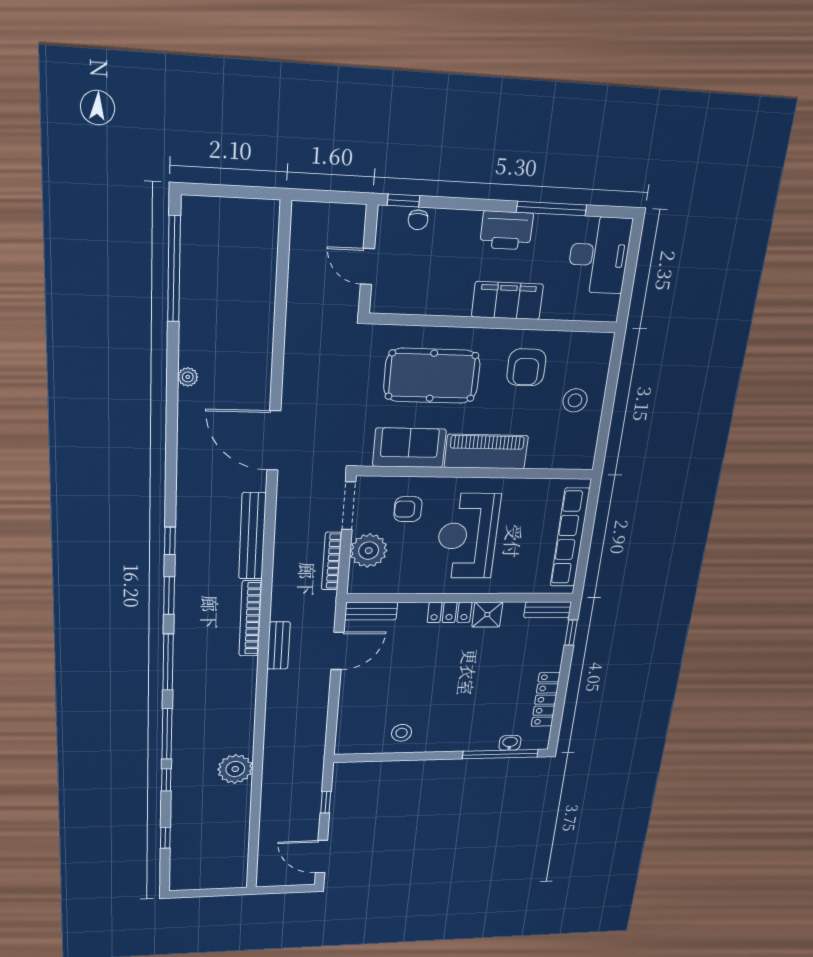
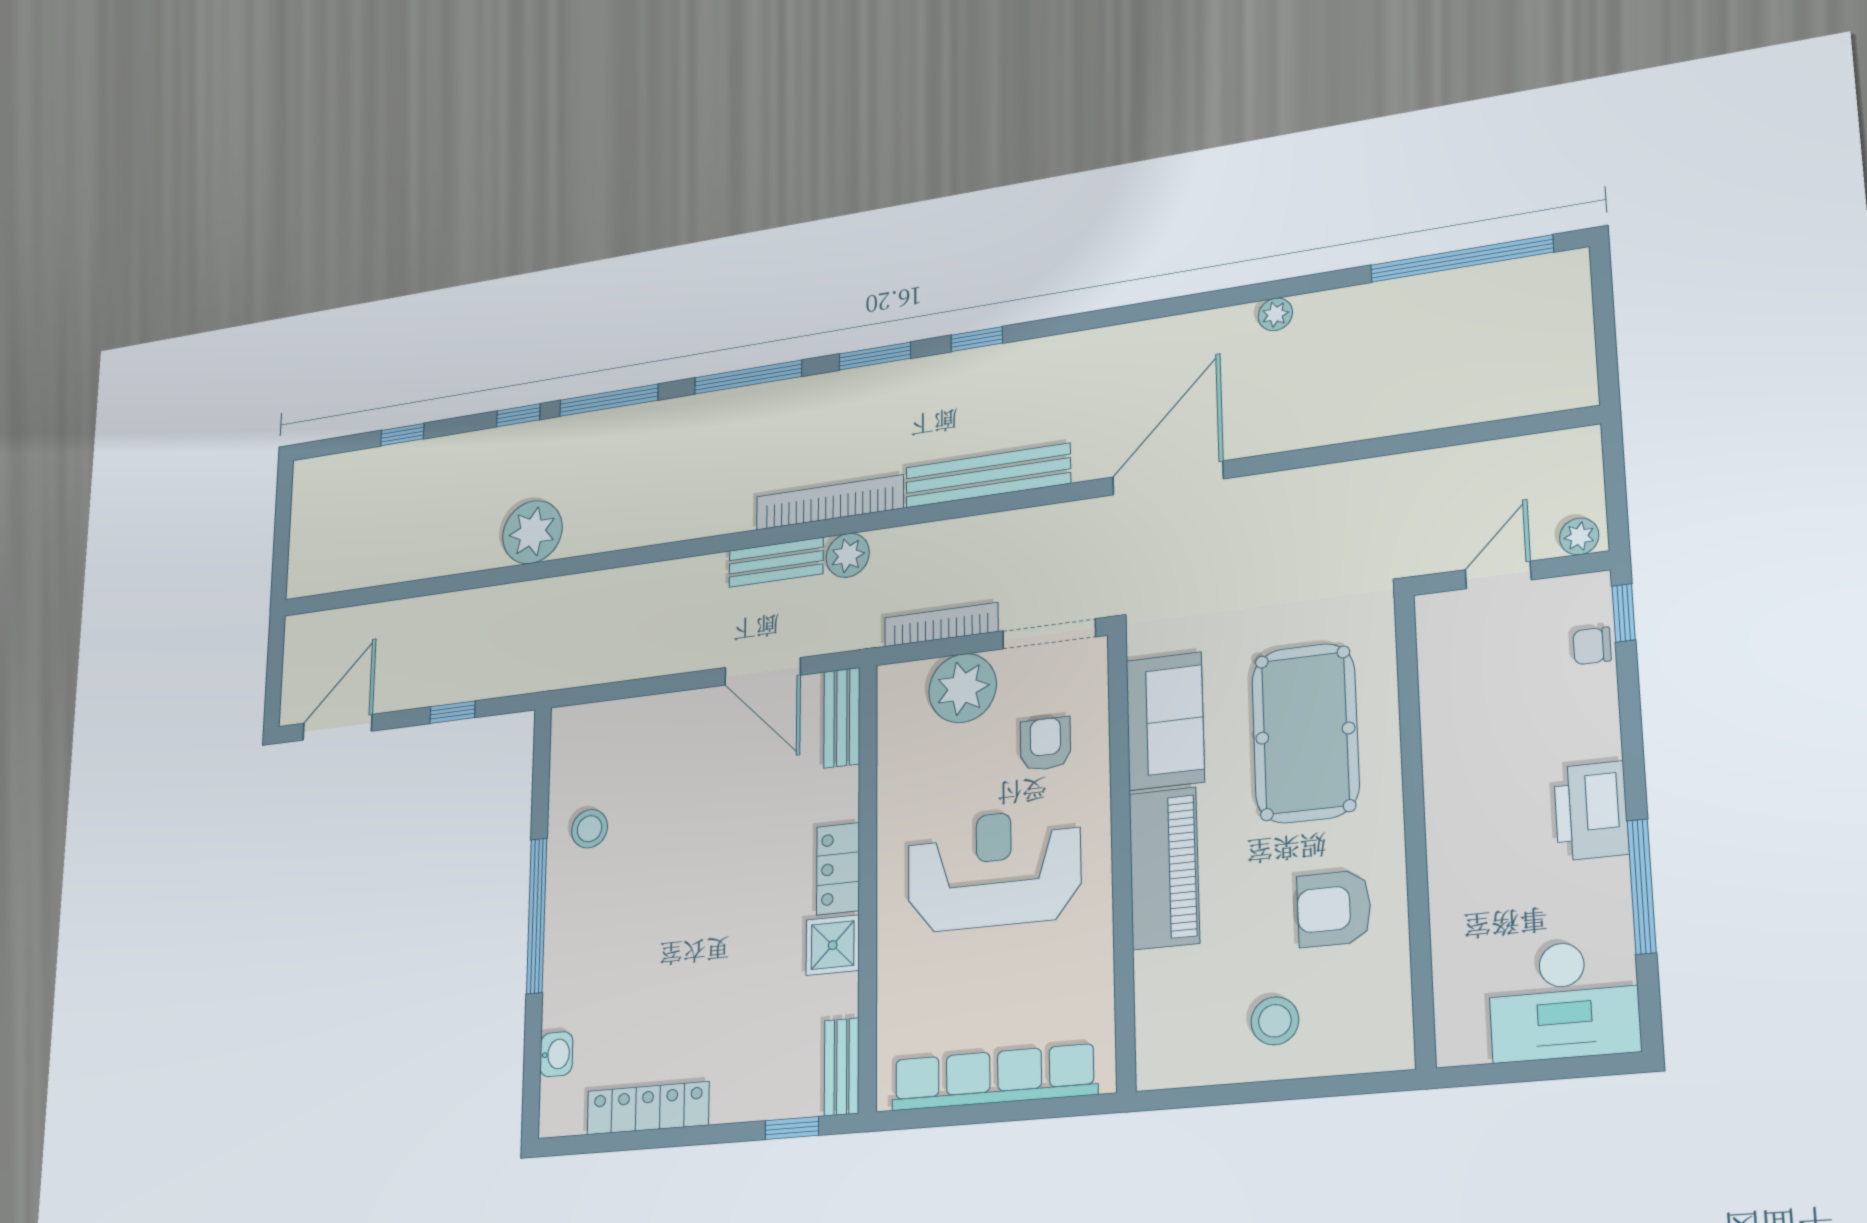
plant: (355, 220) -> (1579, 536), added
filing cabinet: (507, 301) -> (1460, 843), removed
plant: (283, 609) -> (848, 555), added
window: (500, 754) -> (537, 916), moved

